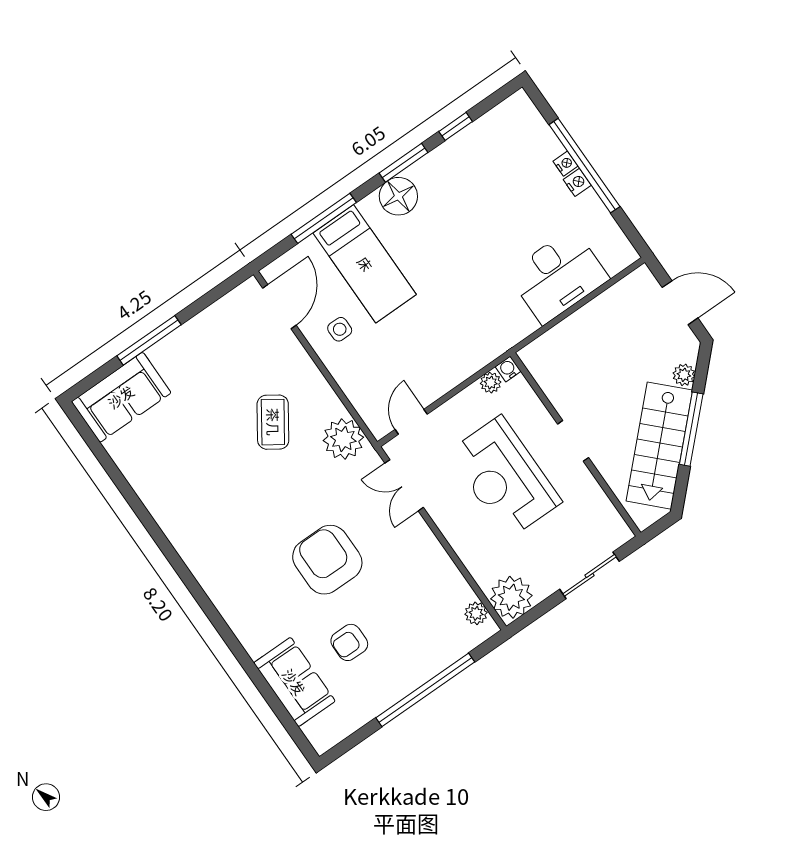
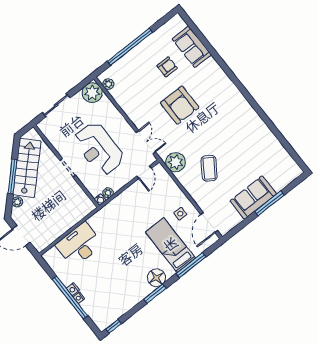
window: (456, 126) -> (114, 326), moved
sofa: (121, 397) -> (253, 198), moved
reception desk: (504, 477) -> (99, 149), turned 180

